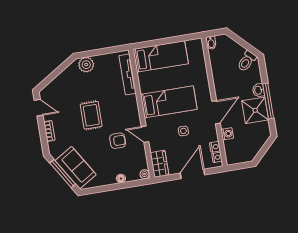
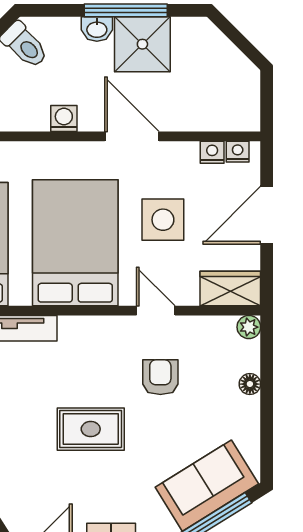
bed: (169, 102) -> (75, 243), width x1.50
side table: (183, 131) -> (163, 220), width x1.87, depth x1.87
door: (145, 134) -> (156, 311), swing flipped
washing machine: (227, 134) -> (64, 119), moved
door: (192, 174) -> (267, 215), hinge flipped

